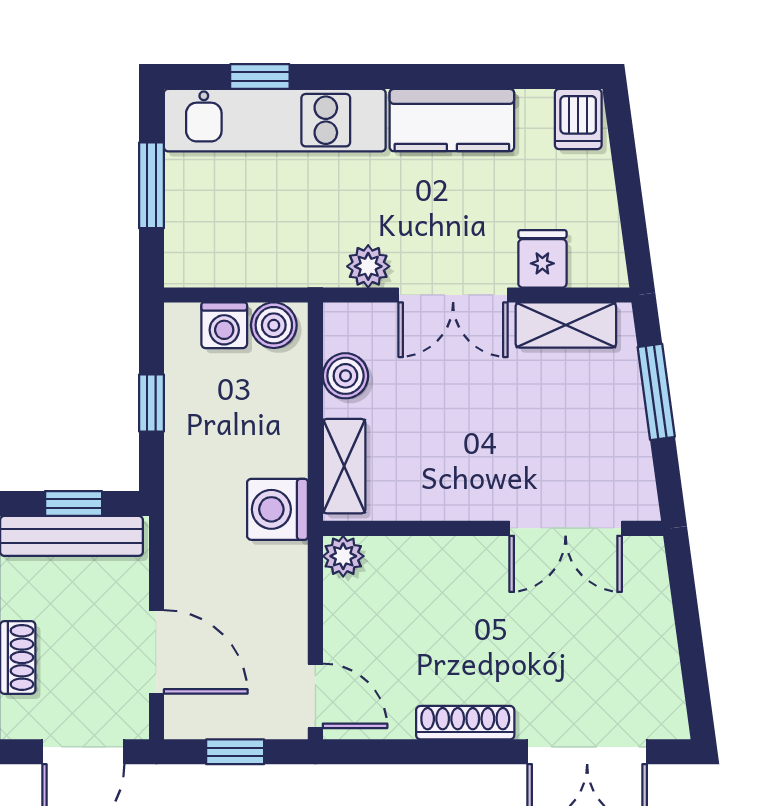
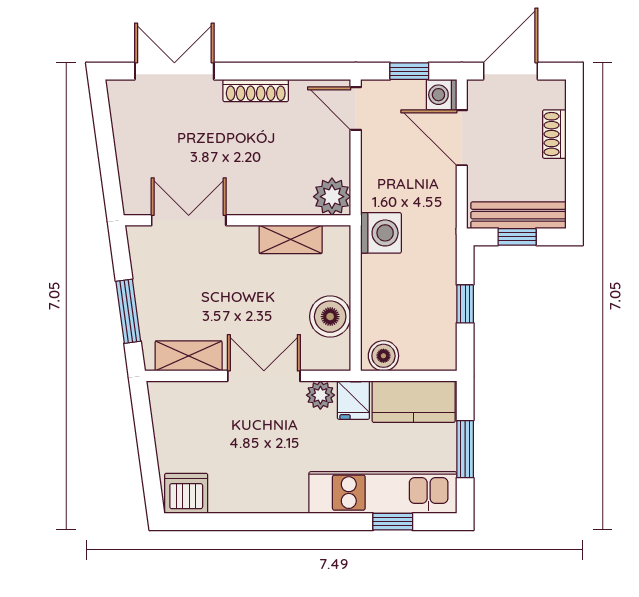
dishwasher: (578, 119) -> (186, 493), width x1.38
kitchen counter: (452, 120) -> (414, 402), moved, turned 180
fridge: (542, 259) -> (353, 400), moved
washing machine: (224, 325) -> (442, 95), moved, turned -90
boiler: (345, 376) -> (330, 317), width x1.36, depth x1.36
shelving: (344, 466) -> (291, 239), moved, turned 90
plant: (343, 556) -> (332, 197), width x1.38, depth x1.38

